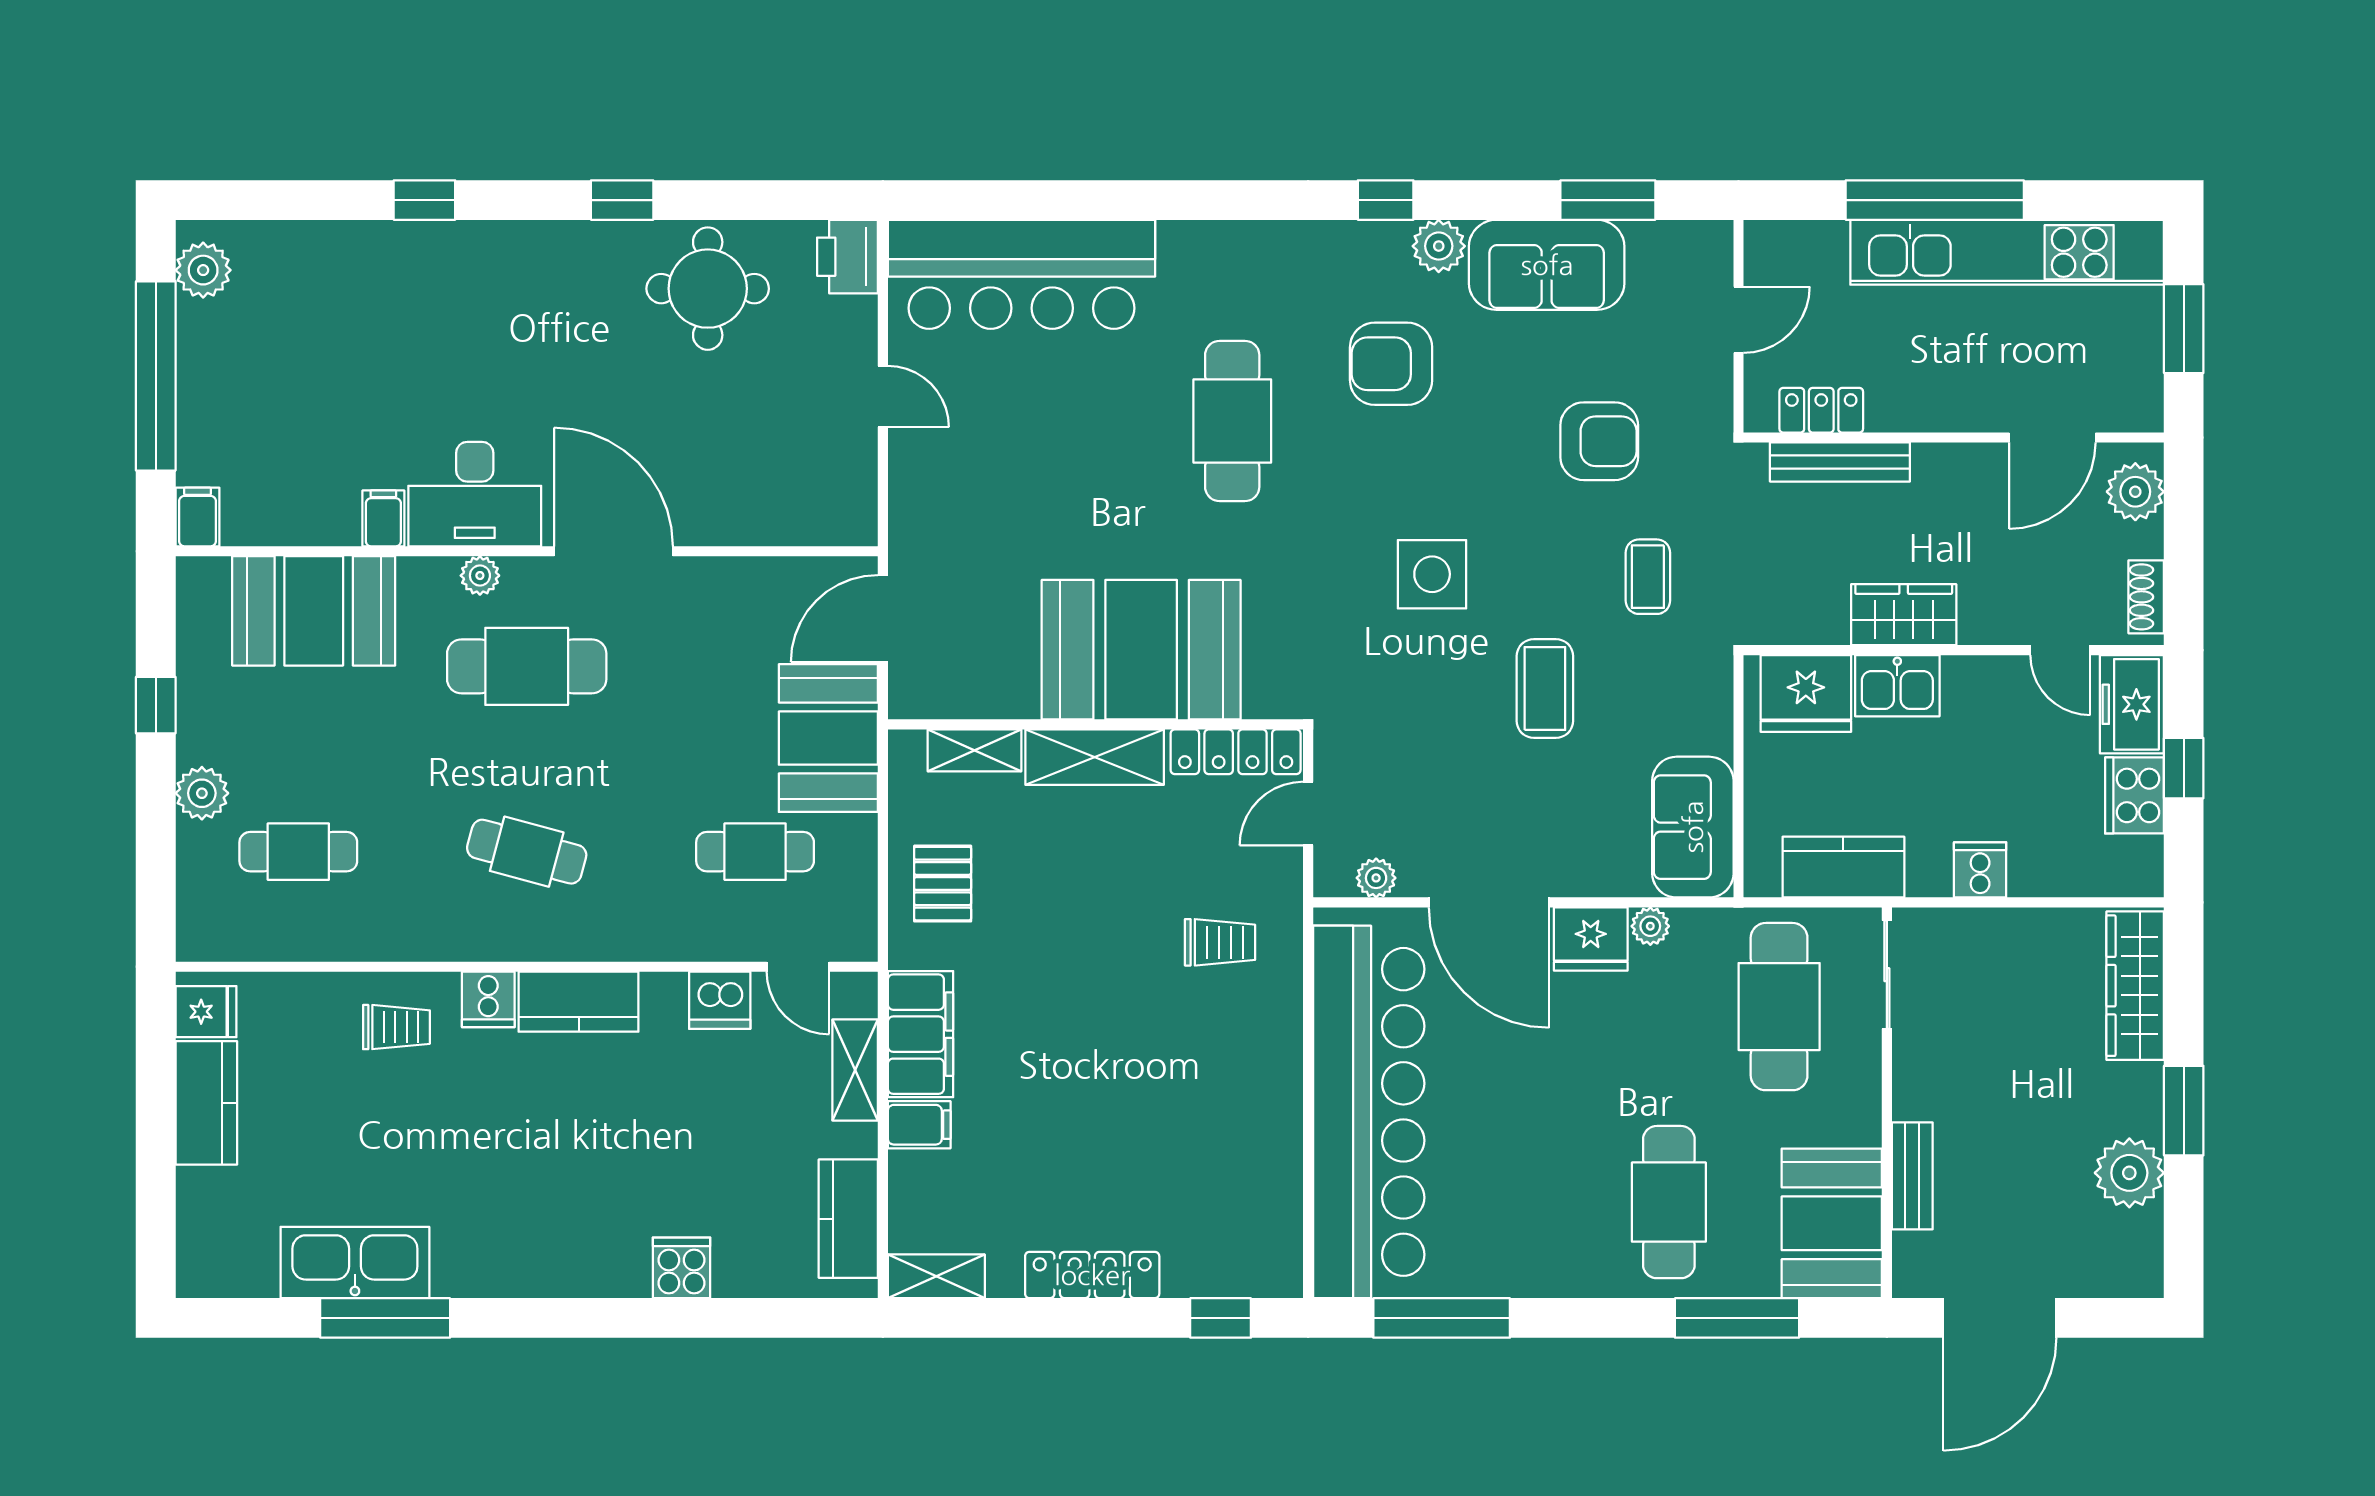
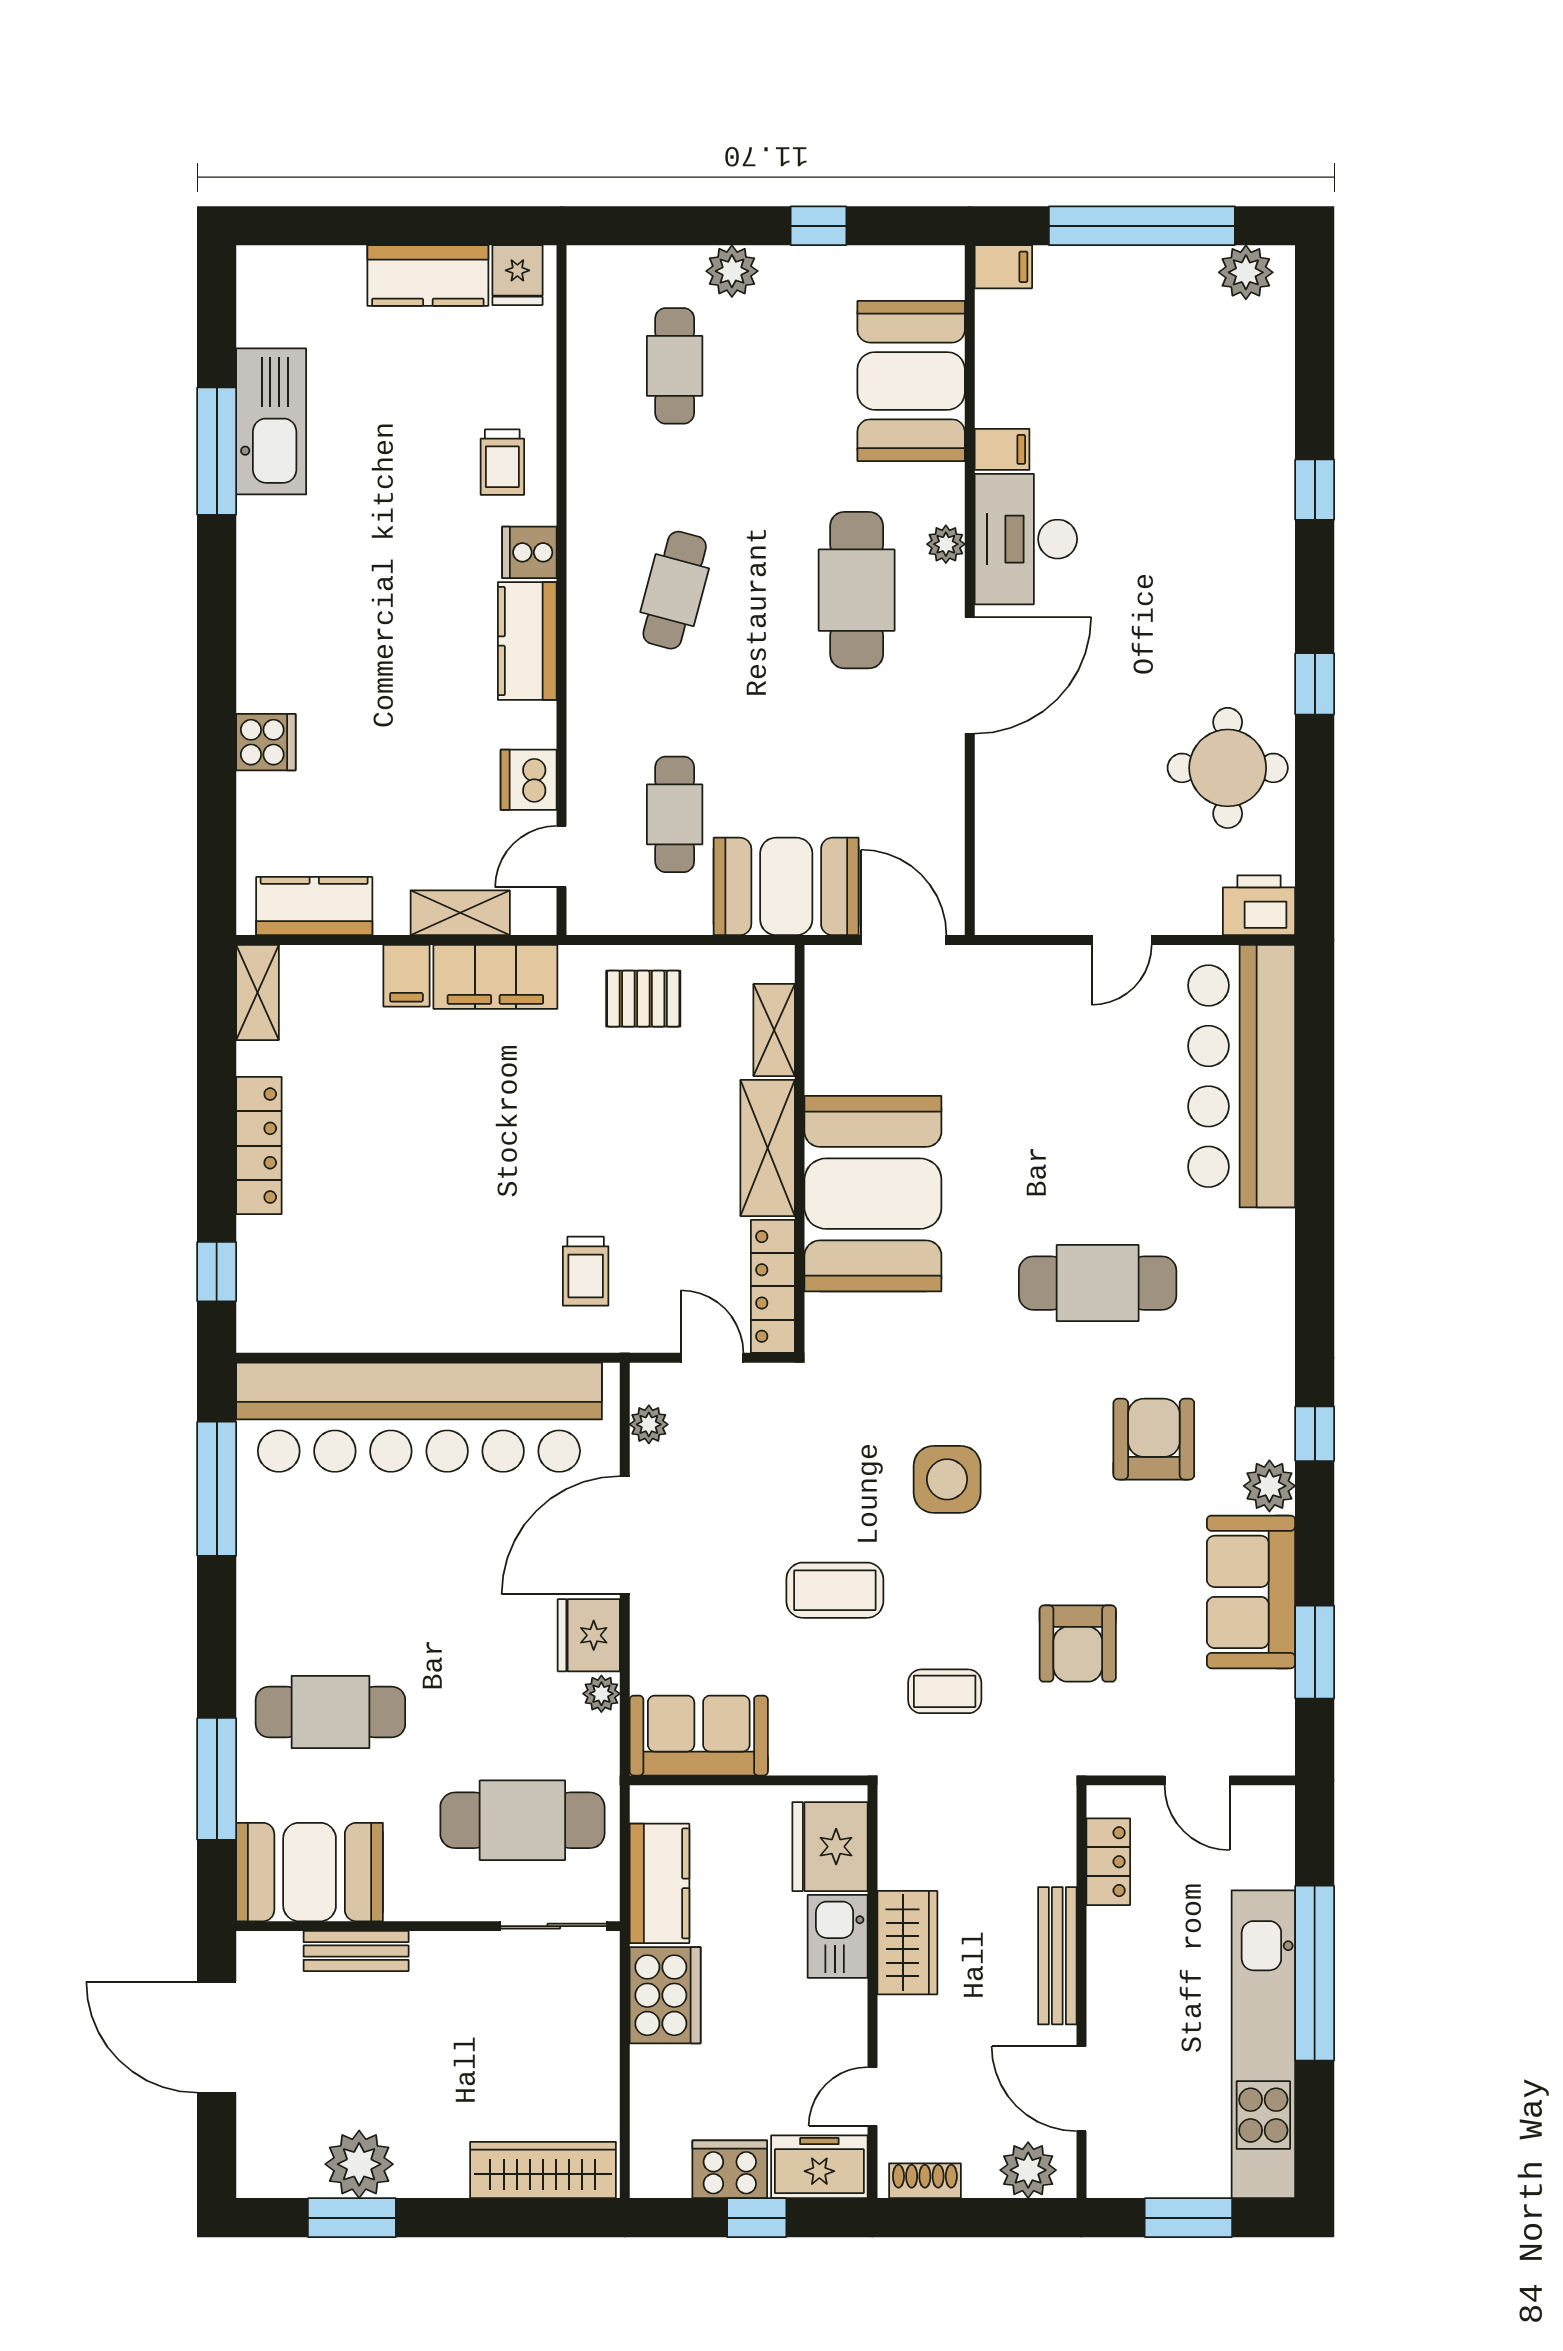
bench: (1840, 462) -> (1057, 1956), moved
cooker: (1980, 870) -> (665, 1995), width x1.87, depth x1.31
window: (2184, 1111) -> (352, 2218), moved

